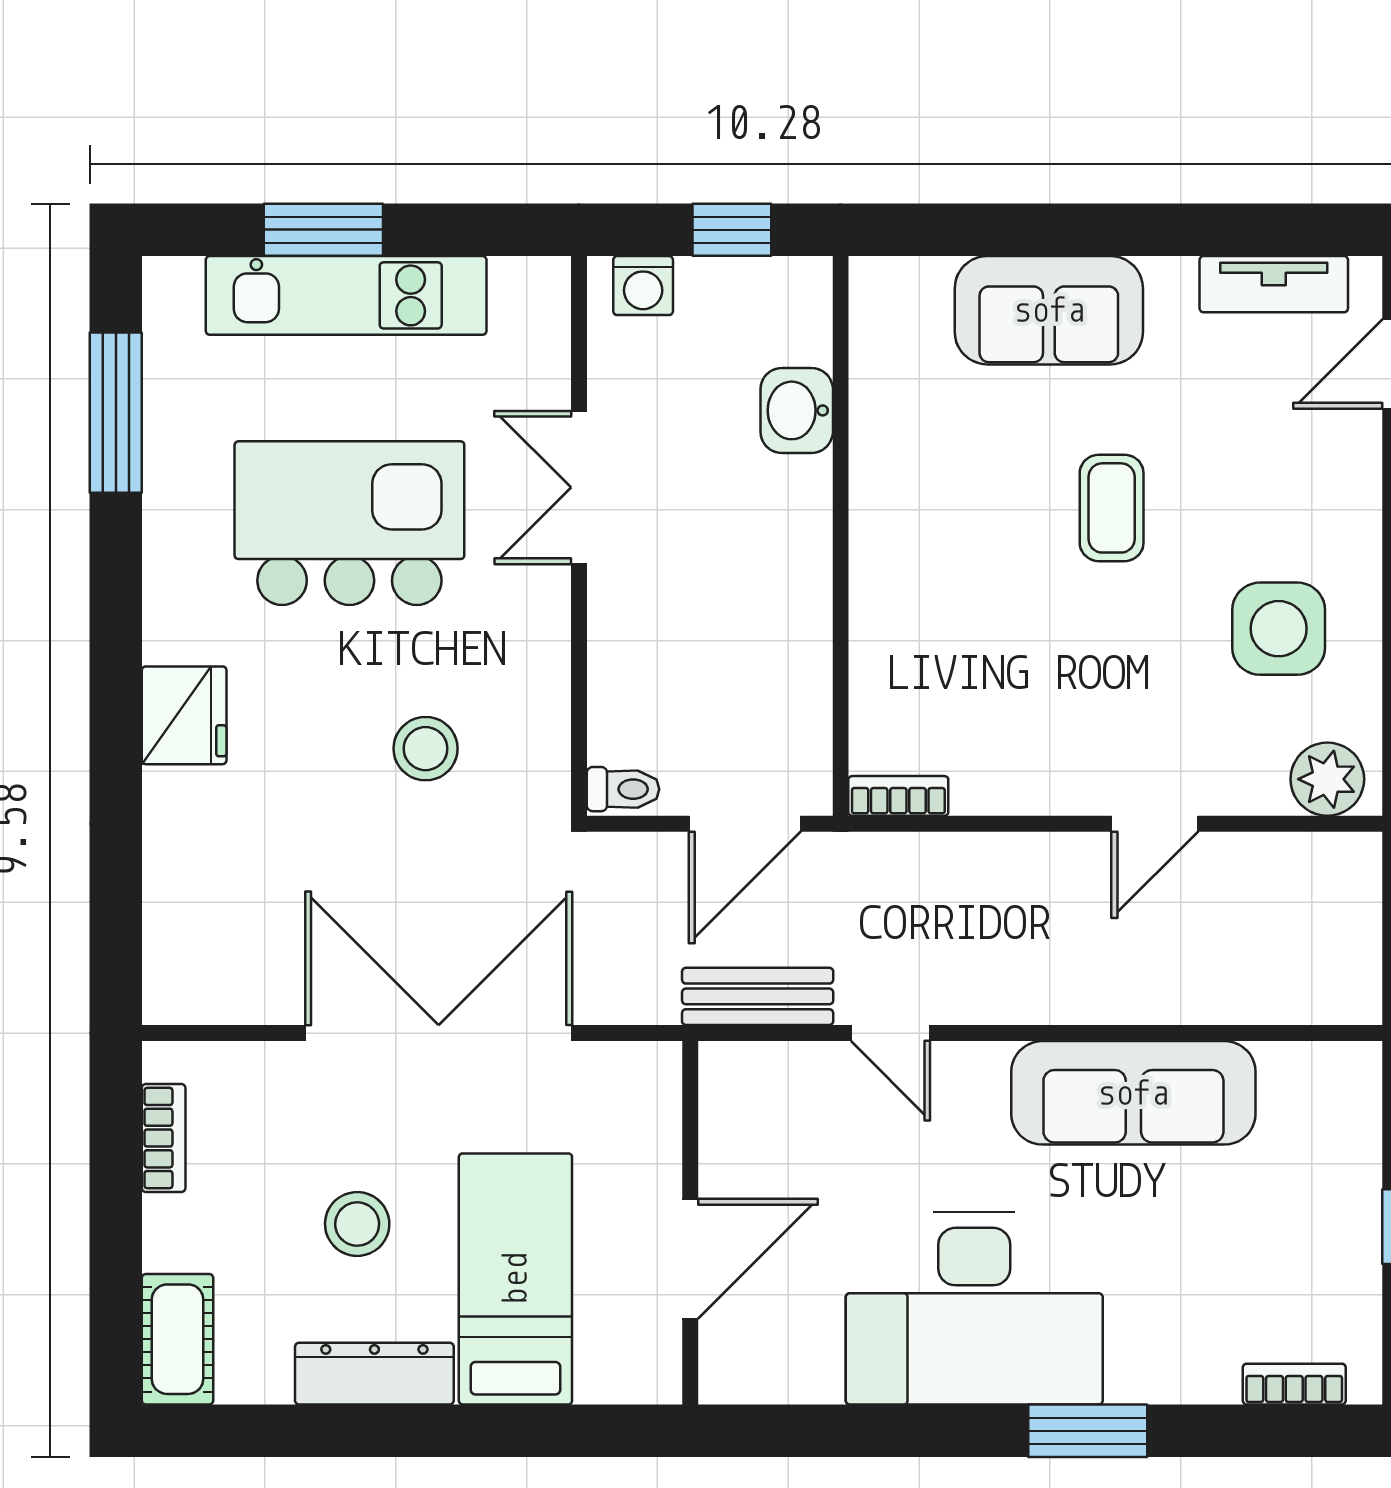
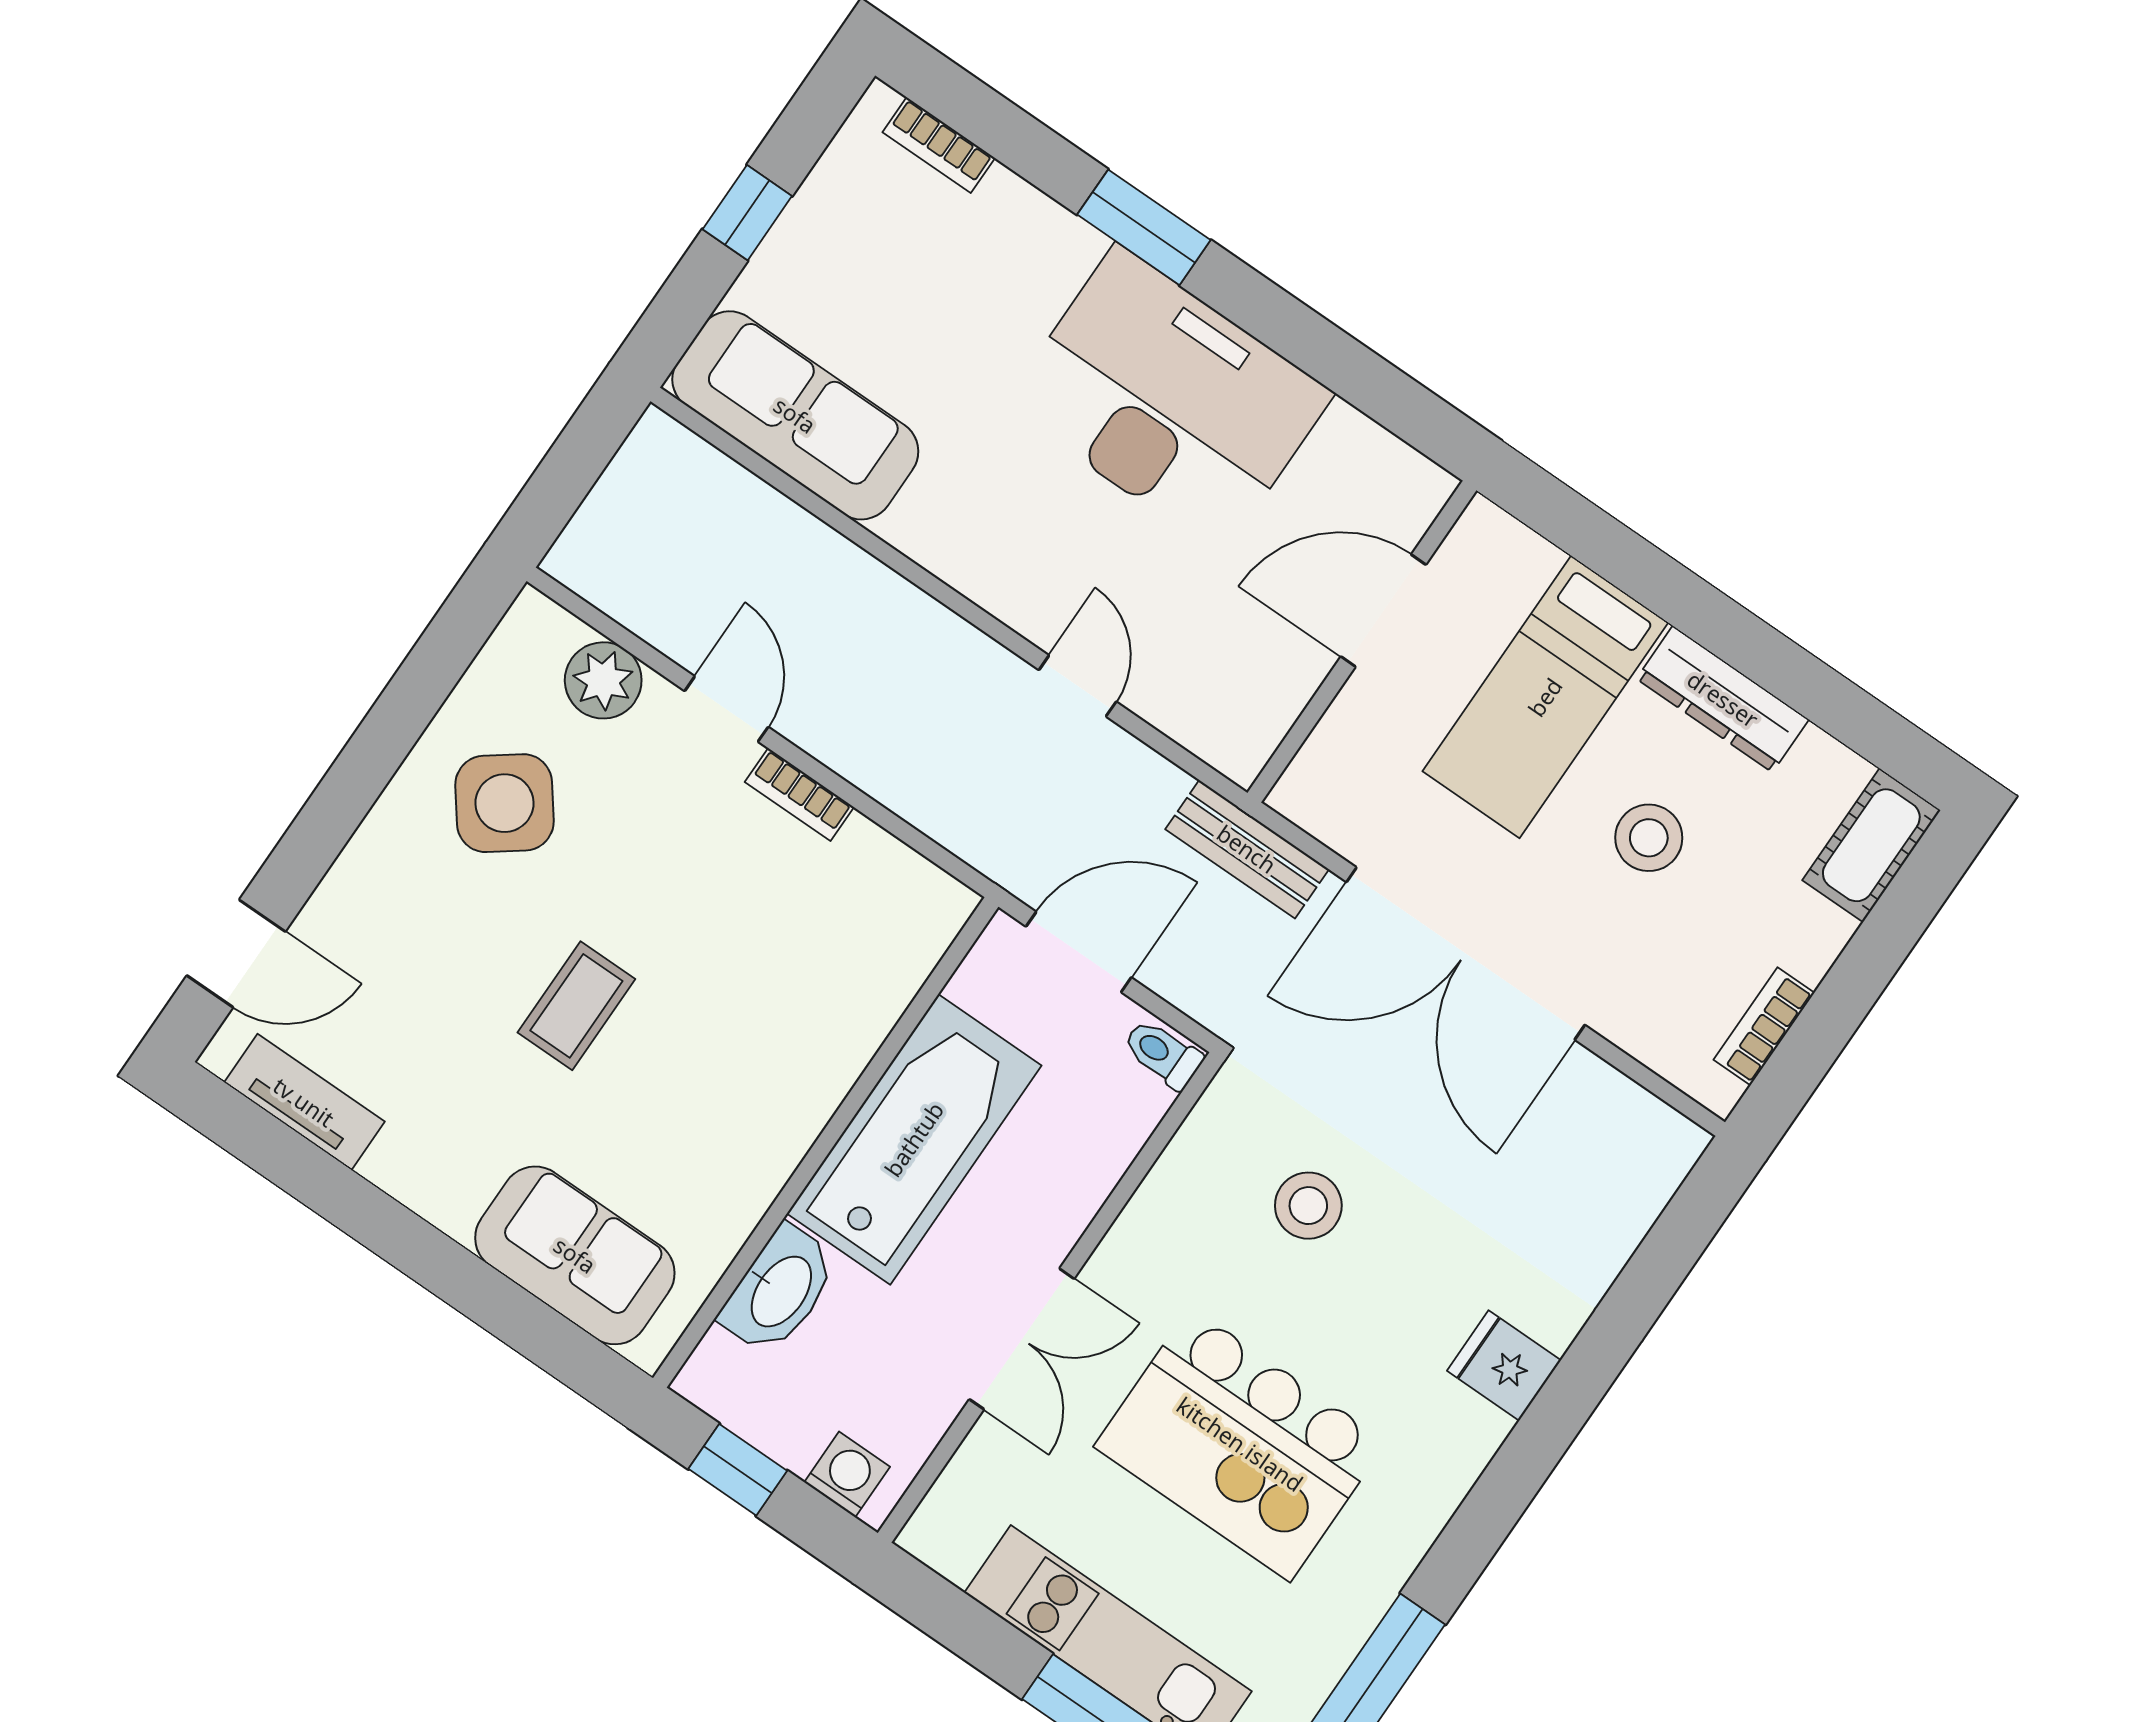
sofa: (1049, 310) -> (575, 1255), moved
washbasin: (797, 410) -> (779, 1290), width x1.38
bathtub: (773, 586) -> (914, 1139), added
side table: (1279, 629) -> (504, 803), turned -37
fridge: (184, 715) -> (1504, 1366), width x0.72
plant: (1327, 779) -> (603, 680), moved
bookcase: (898, 796) -> (799, 795), moved
door: (1155, 824) -> (726, 709), hinge flipped
bench: (758, 996) -> (1247, 849), moved
sofa: (1133, 1093) -> (795, 415), moved

